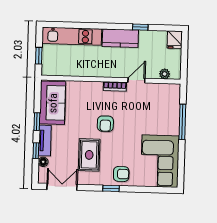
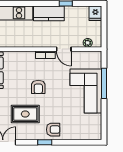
door: (136, 80) -> (64, 49), swing flipped
rug: (89, 155) -> (25, 114), turned 90
corner sofa: (160, 161) -> (86, 91), moved

